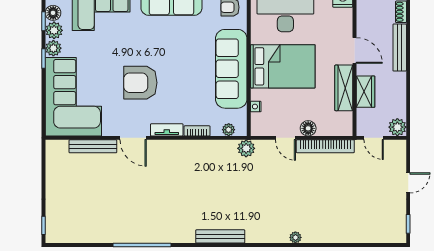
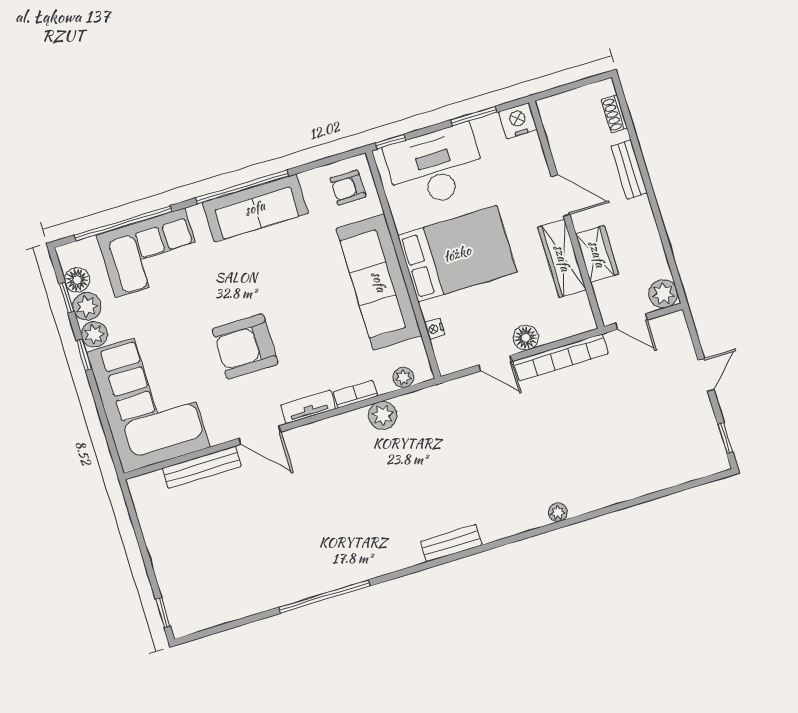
bench: (400, 48) -> (629, 170), width x0.73
plant: (246, 148) -> (383, 415), moved
bench: (220, 236) -> (451, 543), width x0.73

